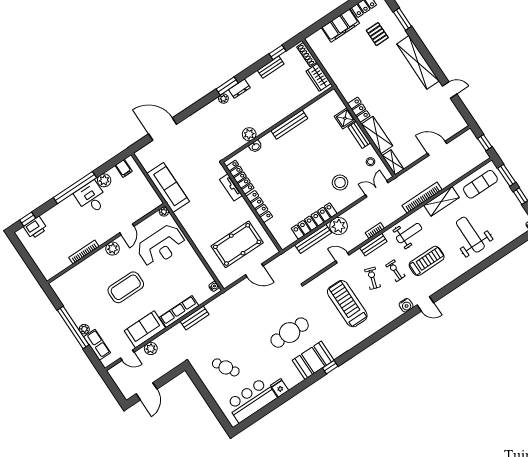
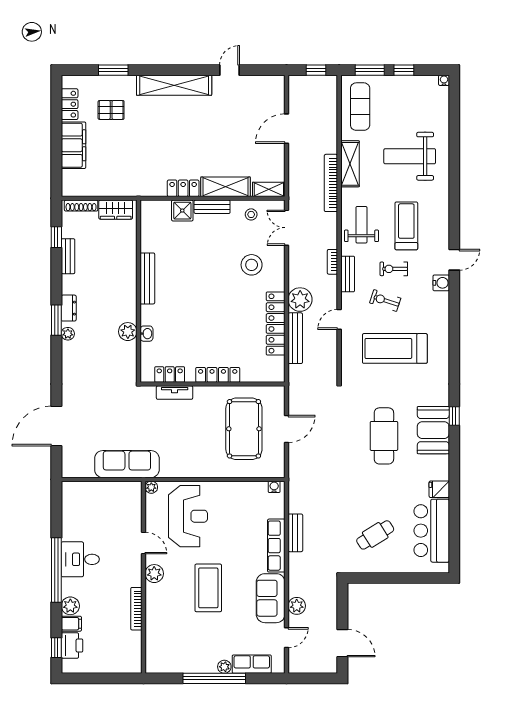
filing cabinet: (124, 168) -> (71, 624), moved
locker: (240, 177) -> (170, 375), width x0.66
plant: (104, 180) -> (70, 606), moved

